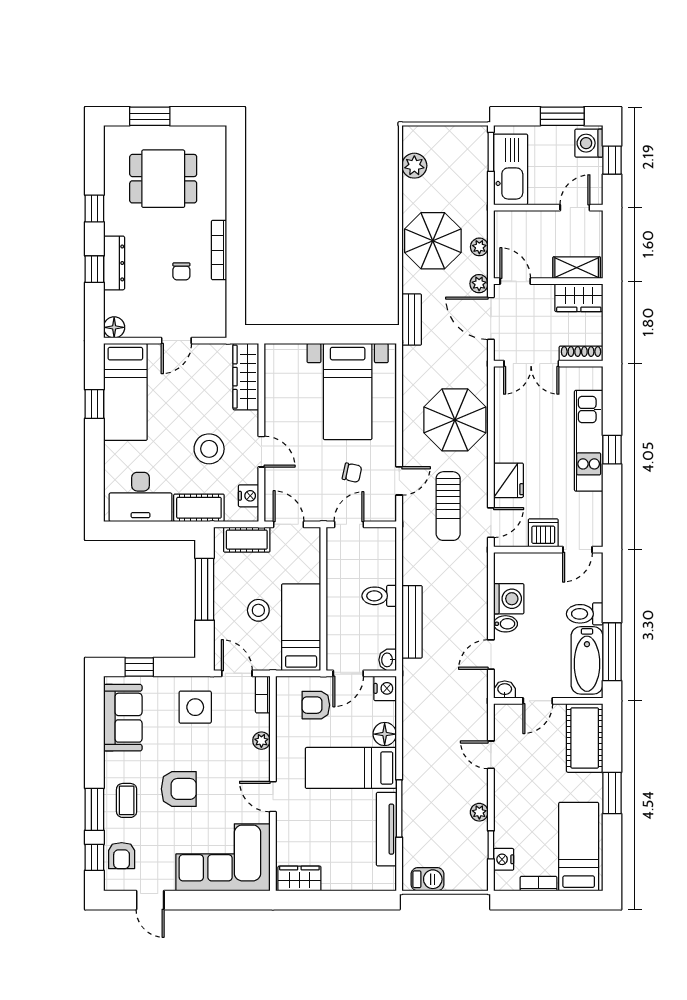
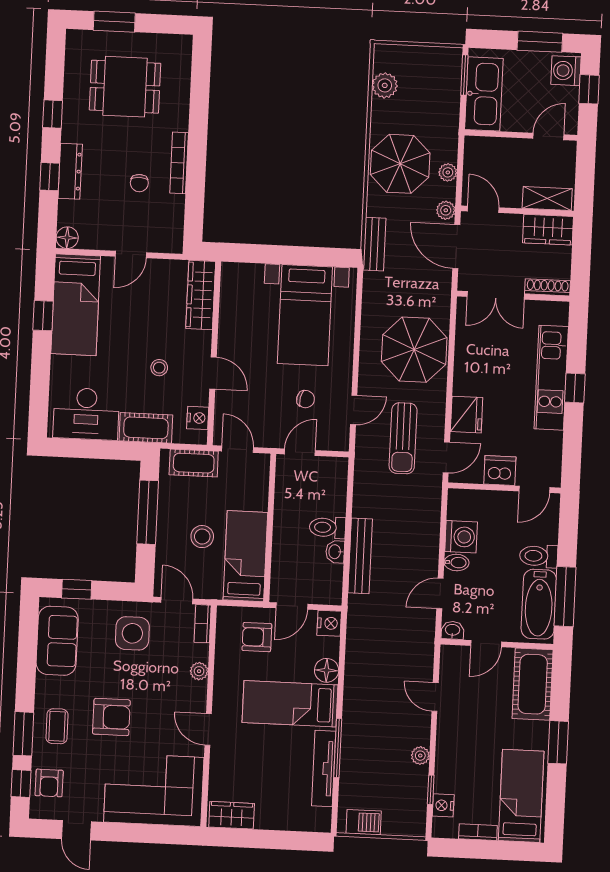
stool: (209, 449) -> (159, 368), width x0.53, depth x0.53
washbasin: (388, 660) -> (335, 552), moved

